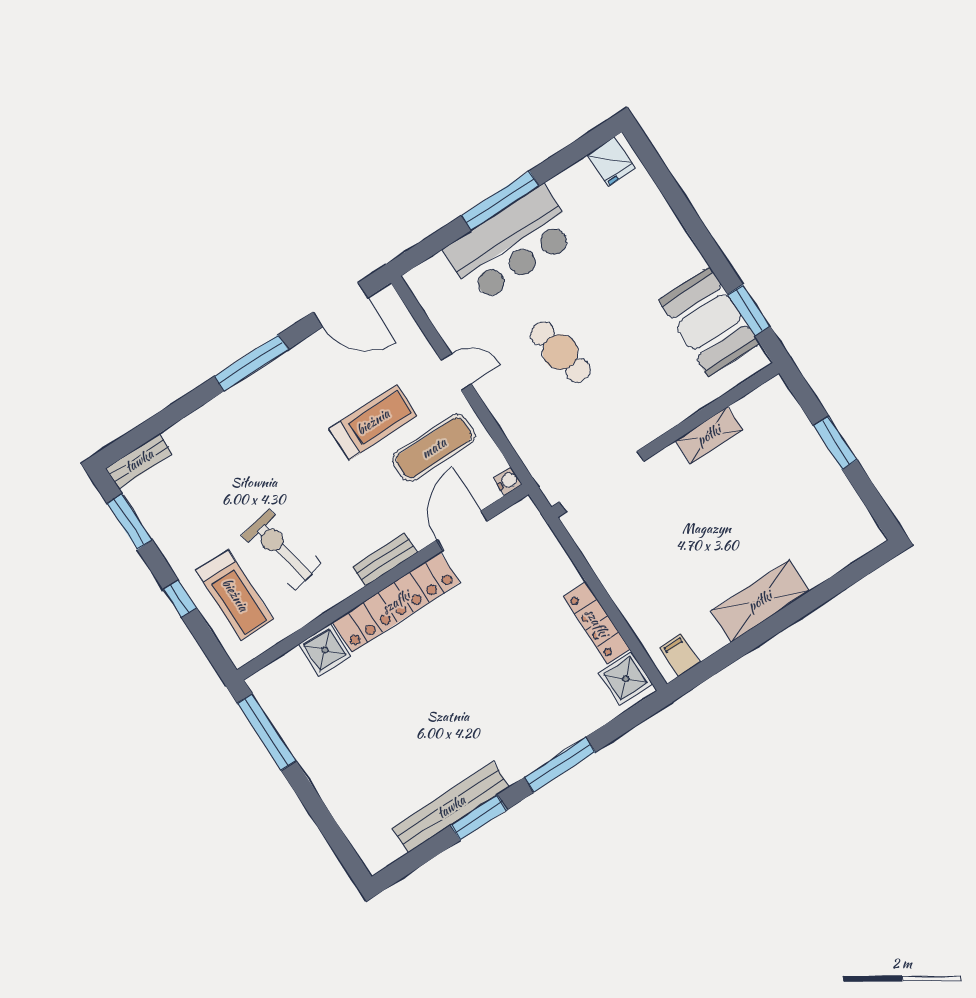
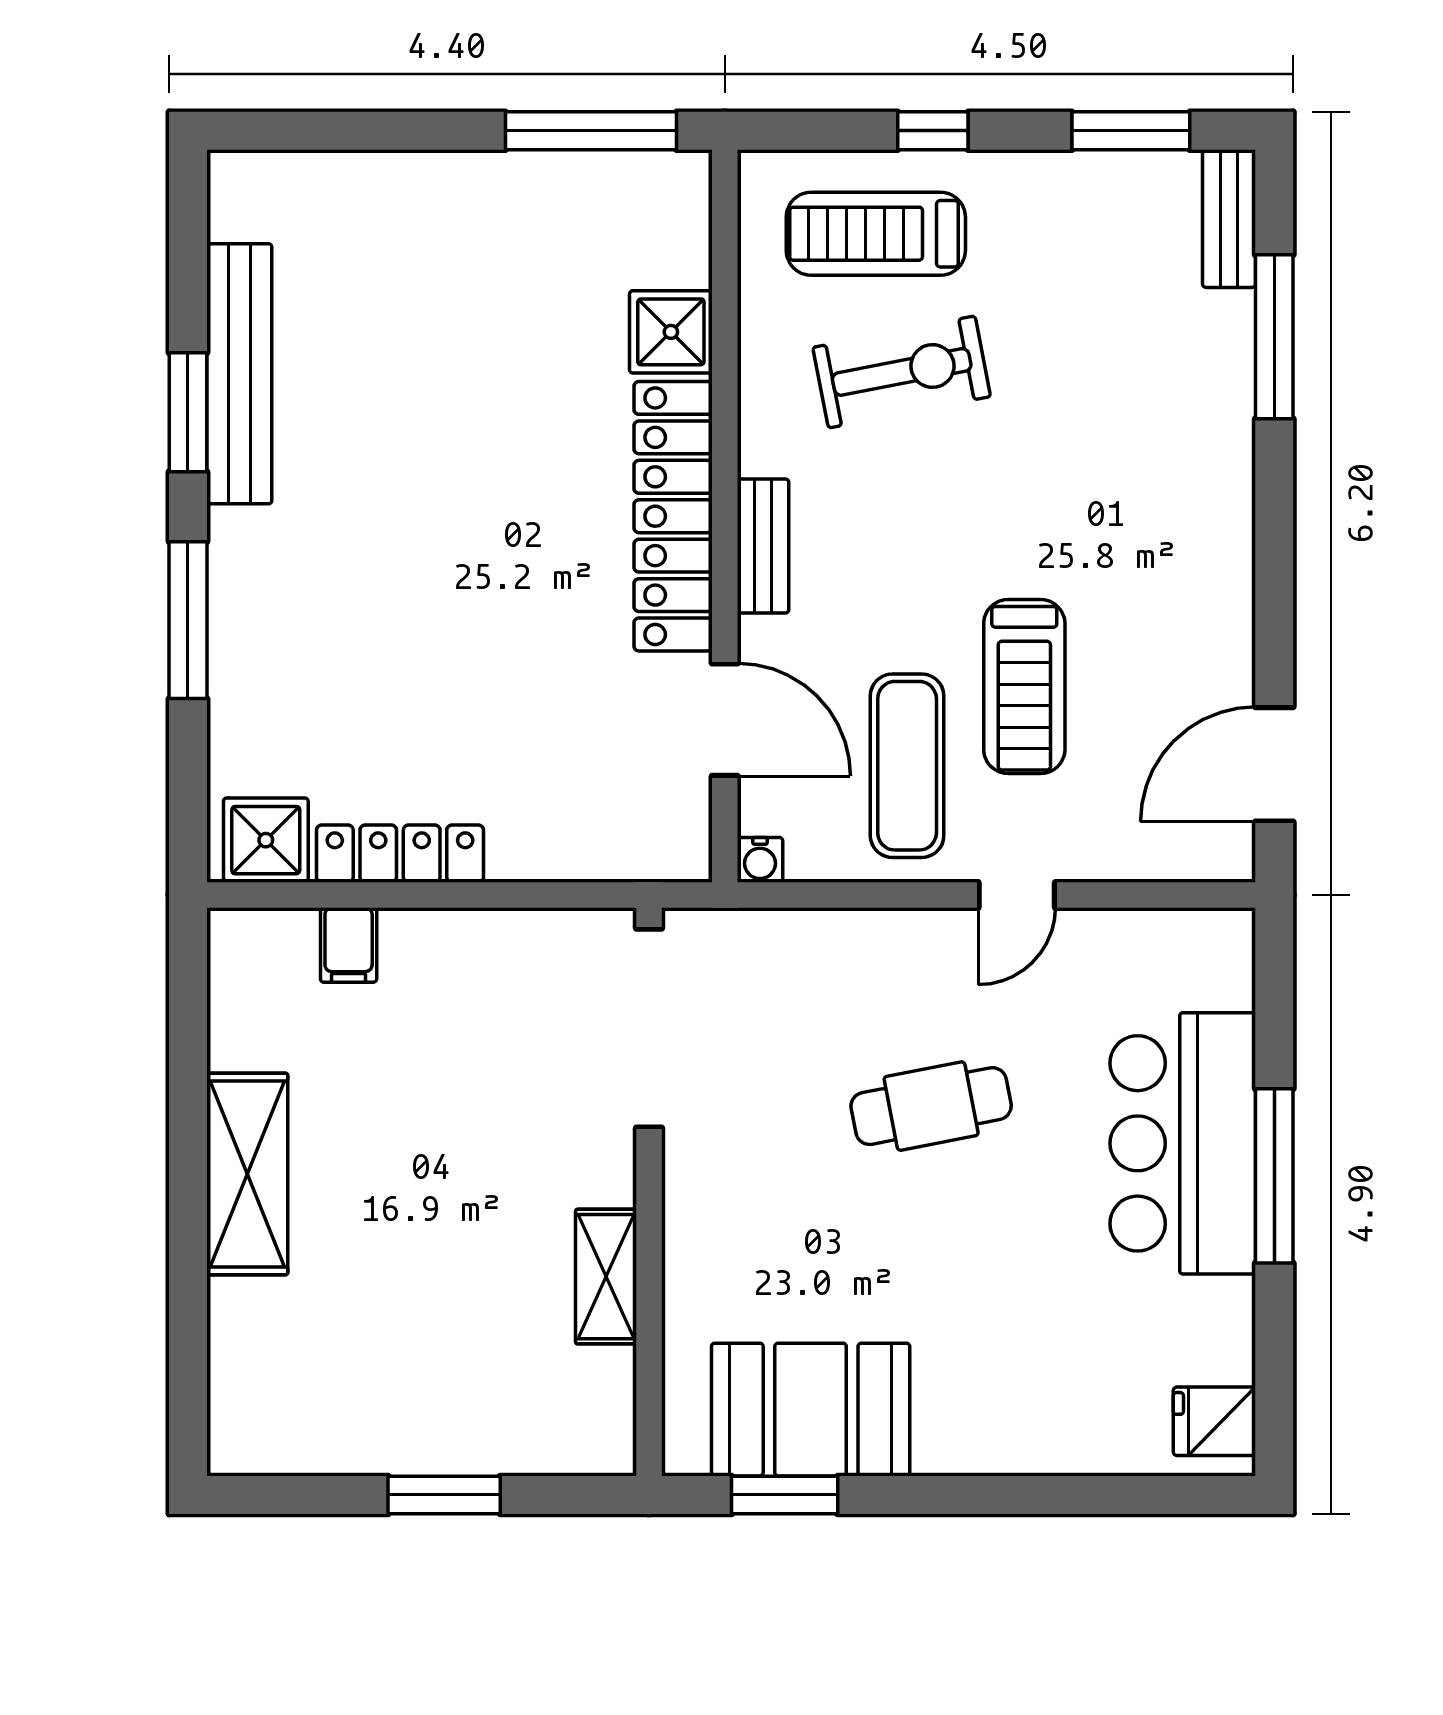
window: (251, 363) -> (1274, 337), moved
filing cabinet: (680, 655) -> (349, 945), moved, turned 90

